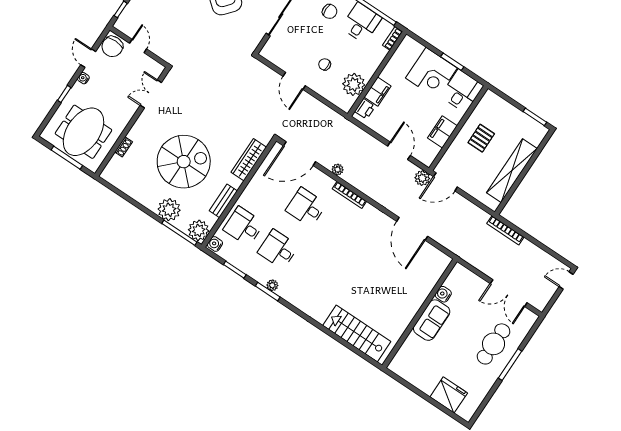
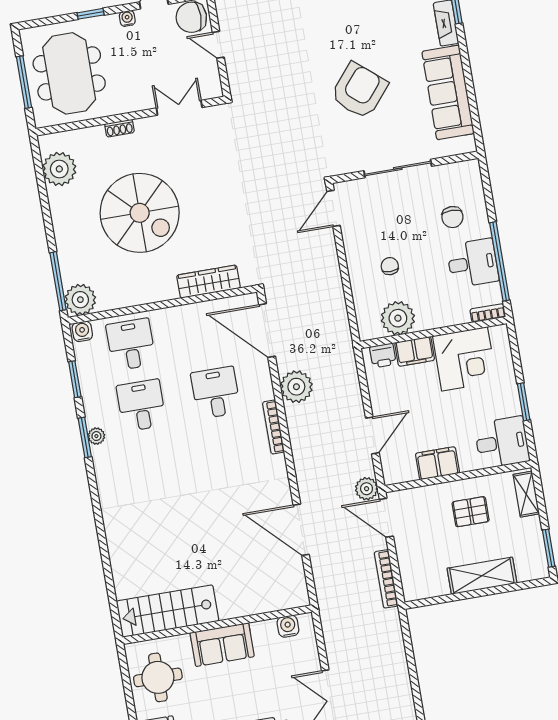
door: (138, 46) -> (218, 45), swing flipped
corner desk: (431, 73) -> (465, 359), moved, turned -90
door: (294, 81) -> (333, 208), moved
shelving: (498, 103) -> (526, 494), added
meeting table: (83, 132) -> (69, 73), turned 90
shoe rack: (124, 147) -> (119, 128), moved
plant: (338, 170) -> (296, 387), width x1.88, depth x1.88
shelving: (512, 171) -> (482, 576), width x0.68
bench: (223, 201) -> (138, 296), removed
plant: (169, 210) -> (59, 169), moved
door: (412, 229) -> (301, 530), hinge flipped
bookcase: (505, 230) -> (386, 579), moved
water cooler: (443, 294) -> (288, 626), moved
stairs: (357, 334) -> (167, 611), moved, turned -90
round table: (418, 366) -> (158, 677), added

